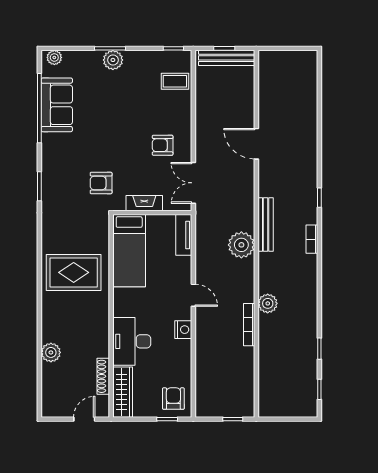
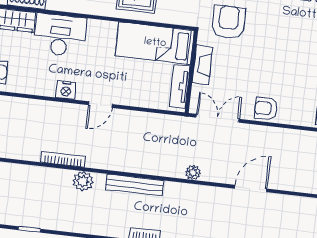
armchair: (163, 145) -> (266, 108), moved, turned -90
armchair: (101, 183) -> (229, 22), width x1.38, depth x1.38
bench: (266, 225) -> (135, 185), moved
tv unit: (184, 235) -> (180, 86), moved, turned -90
plant: (241, 245) -> (193, 173), moved, width x0.53, depth x0.53

